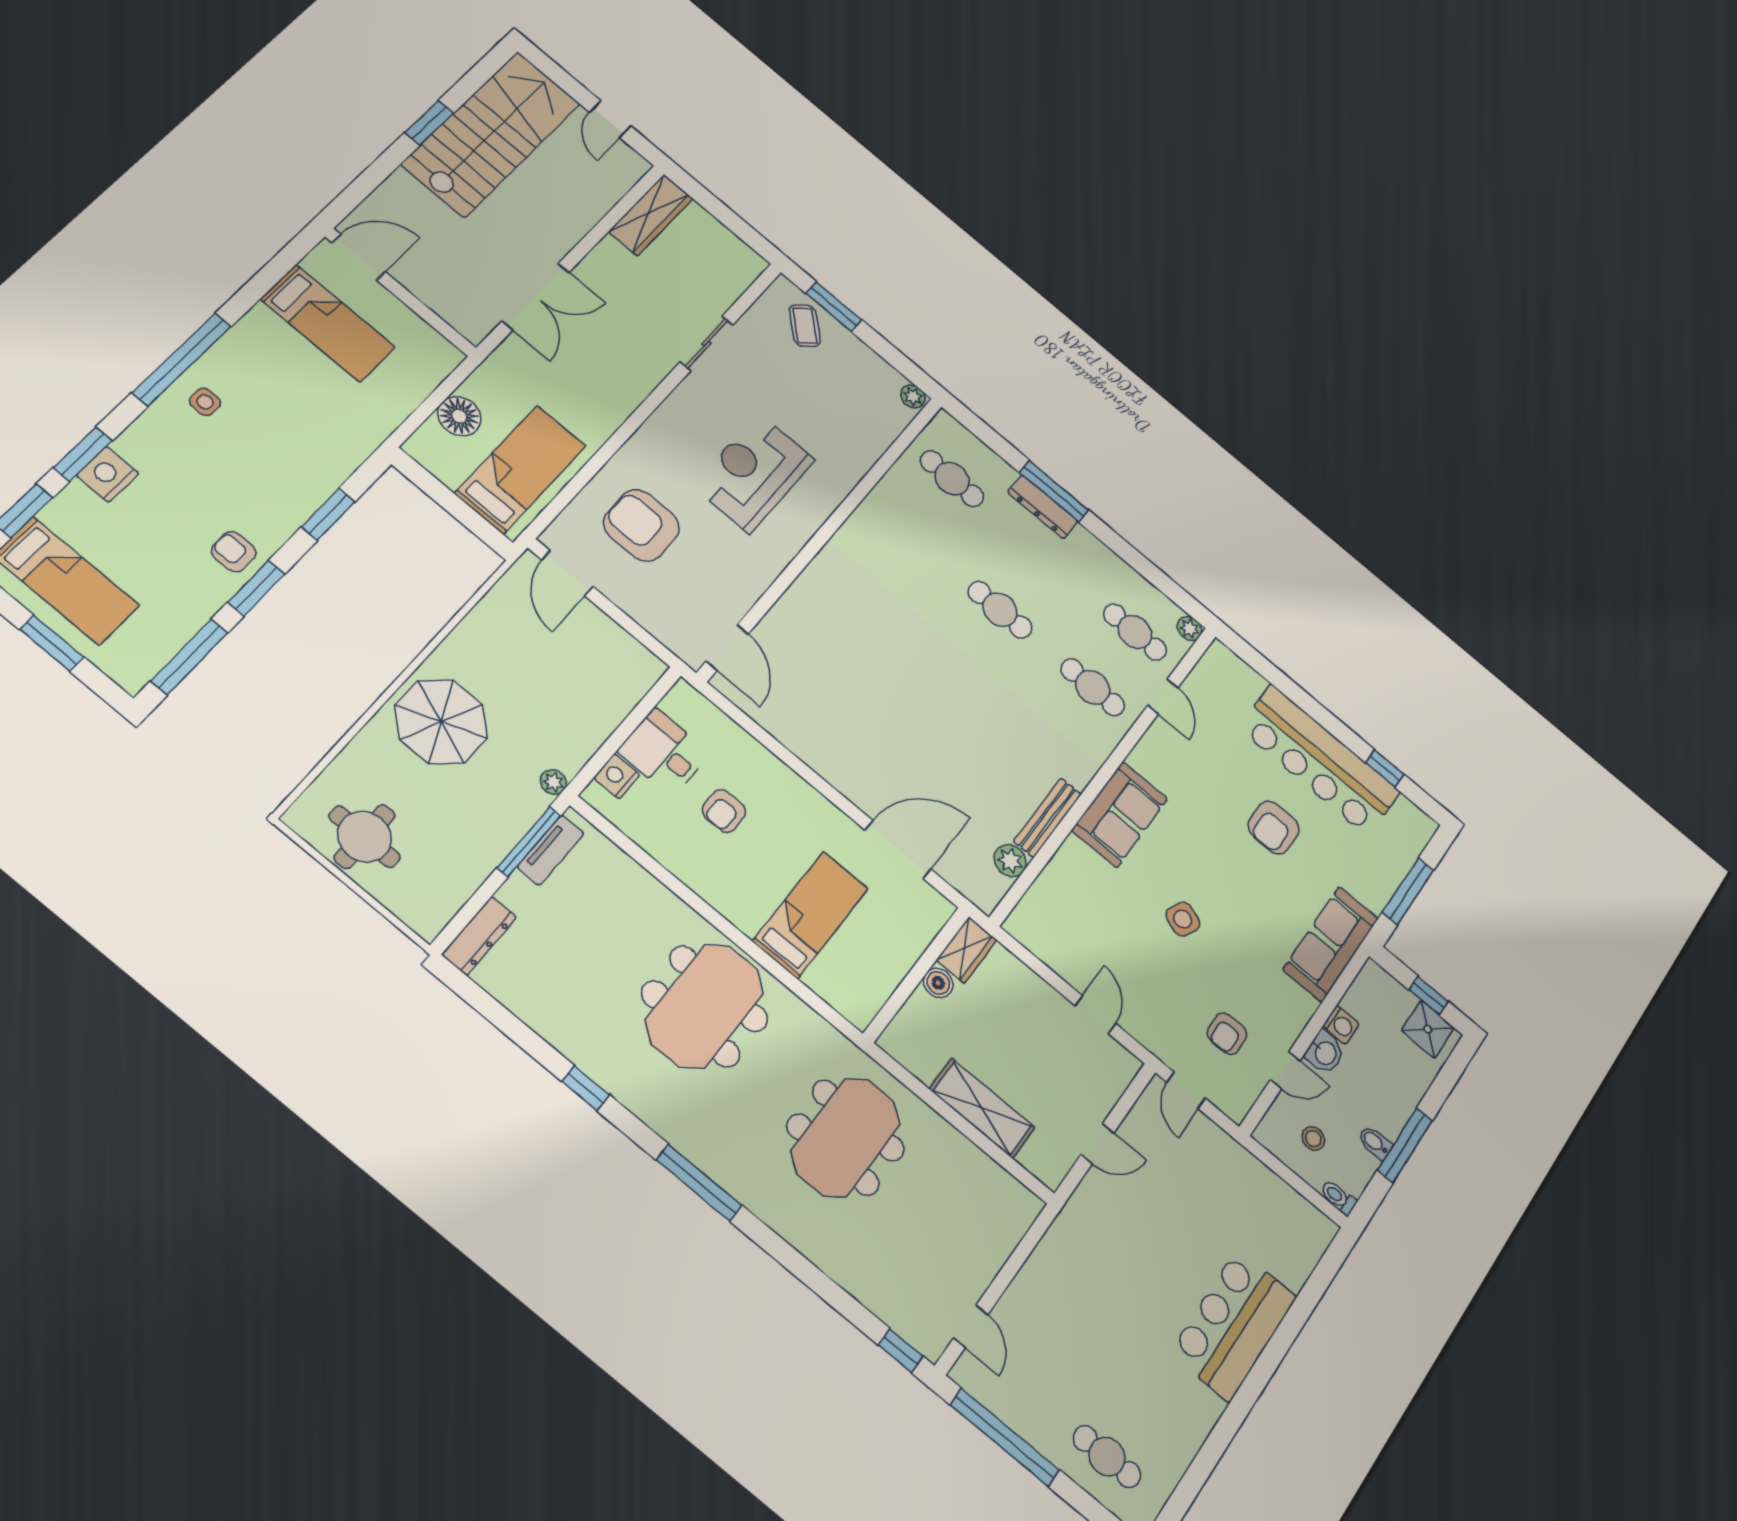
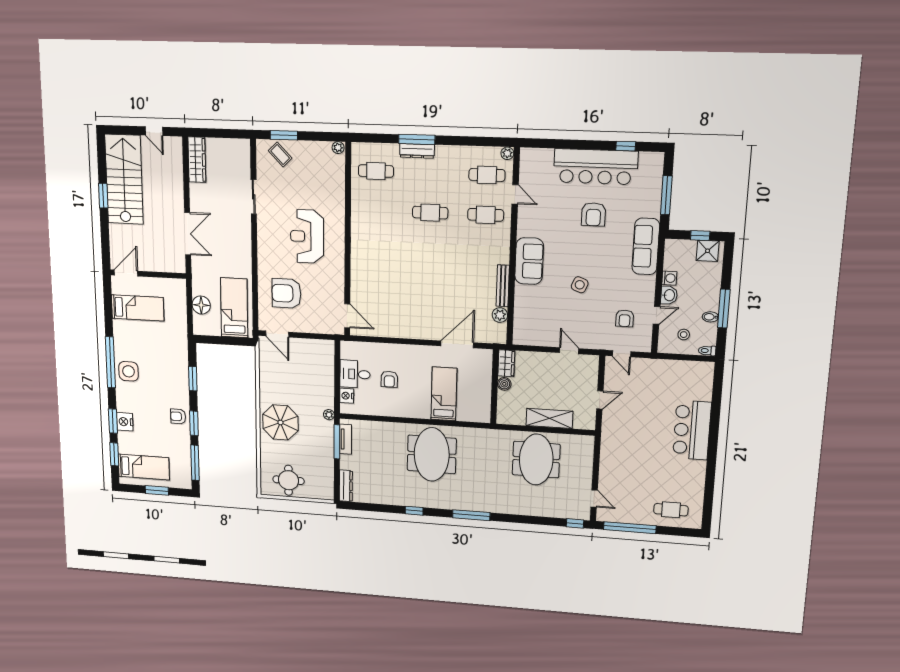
side table: (205, 402) -> (129, 371), width x1.87, depth x1.87
meeting table: (846, 1138) -> (536, 460), moved

